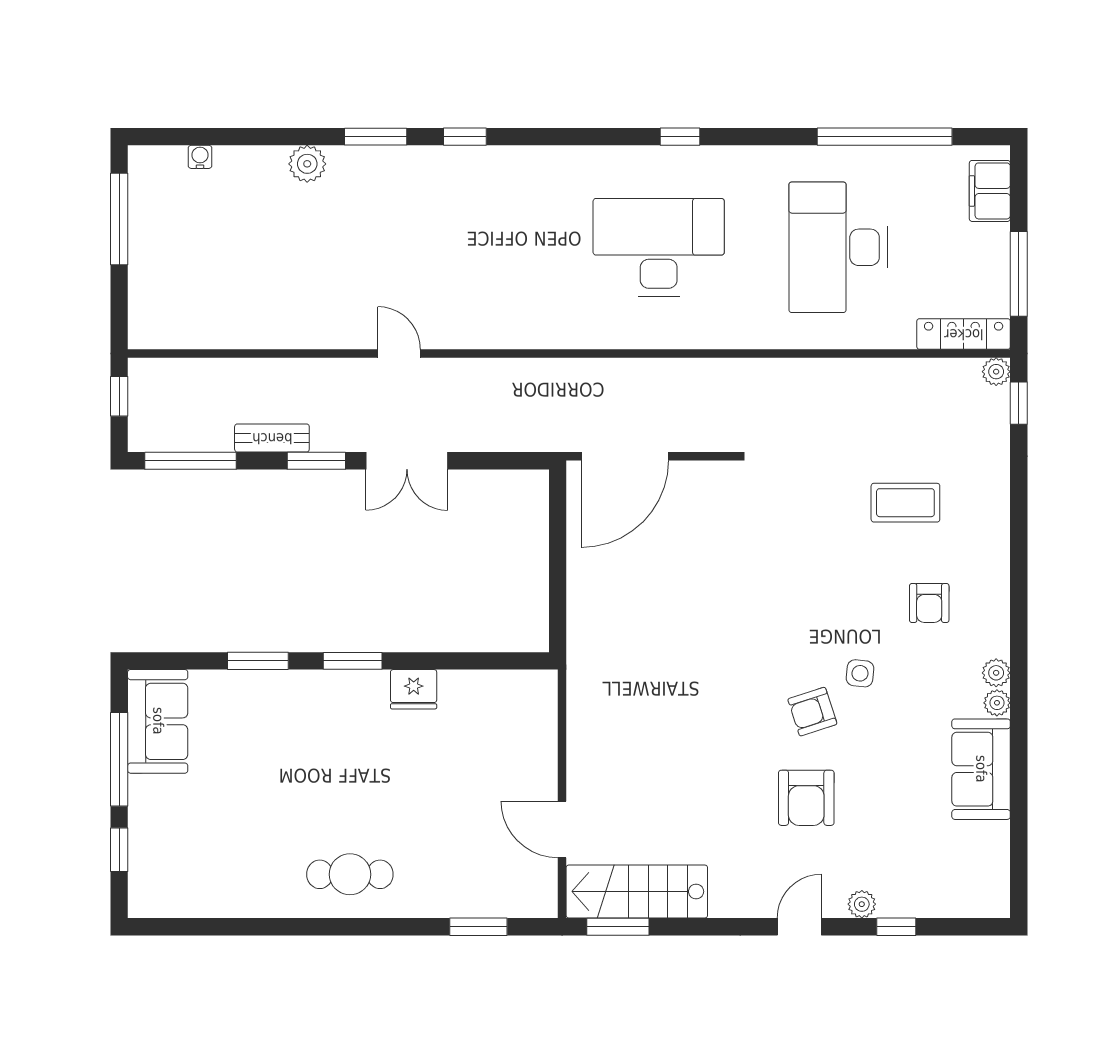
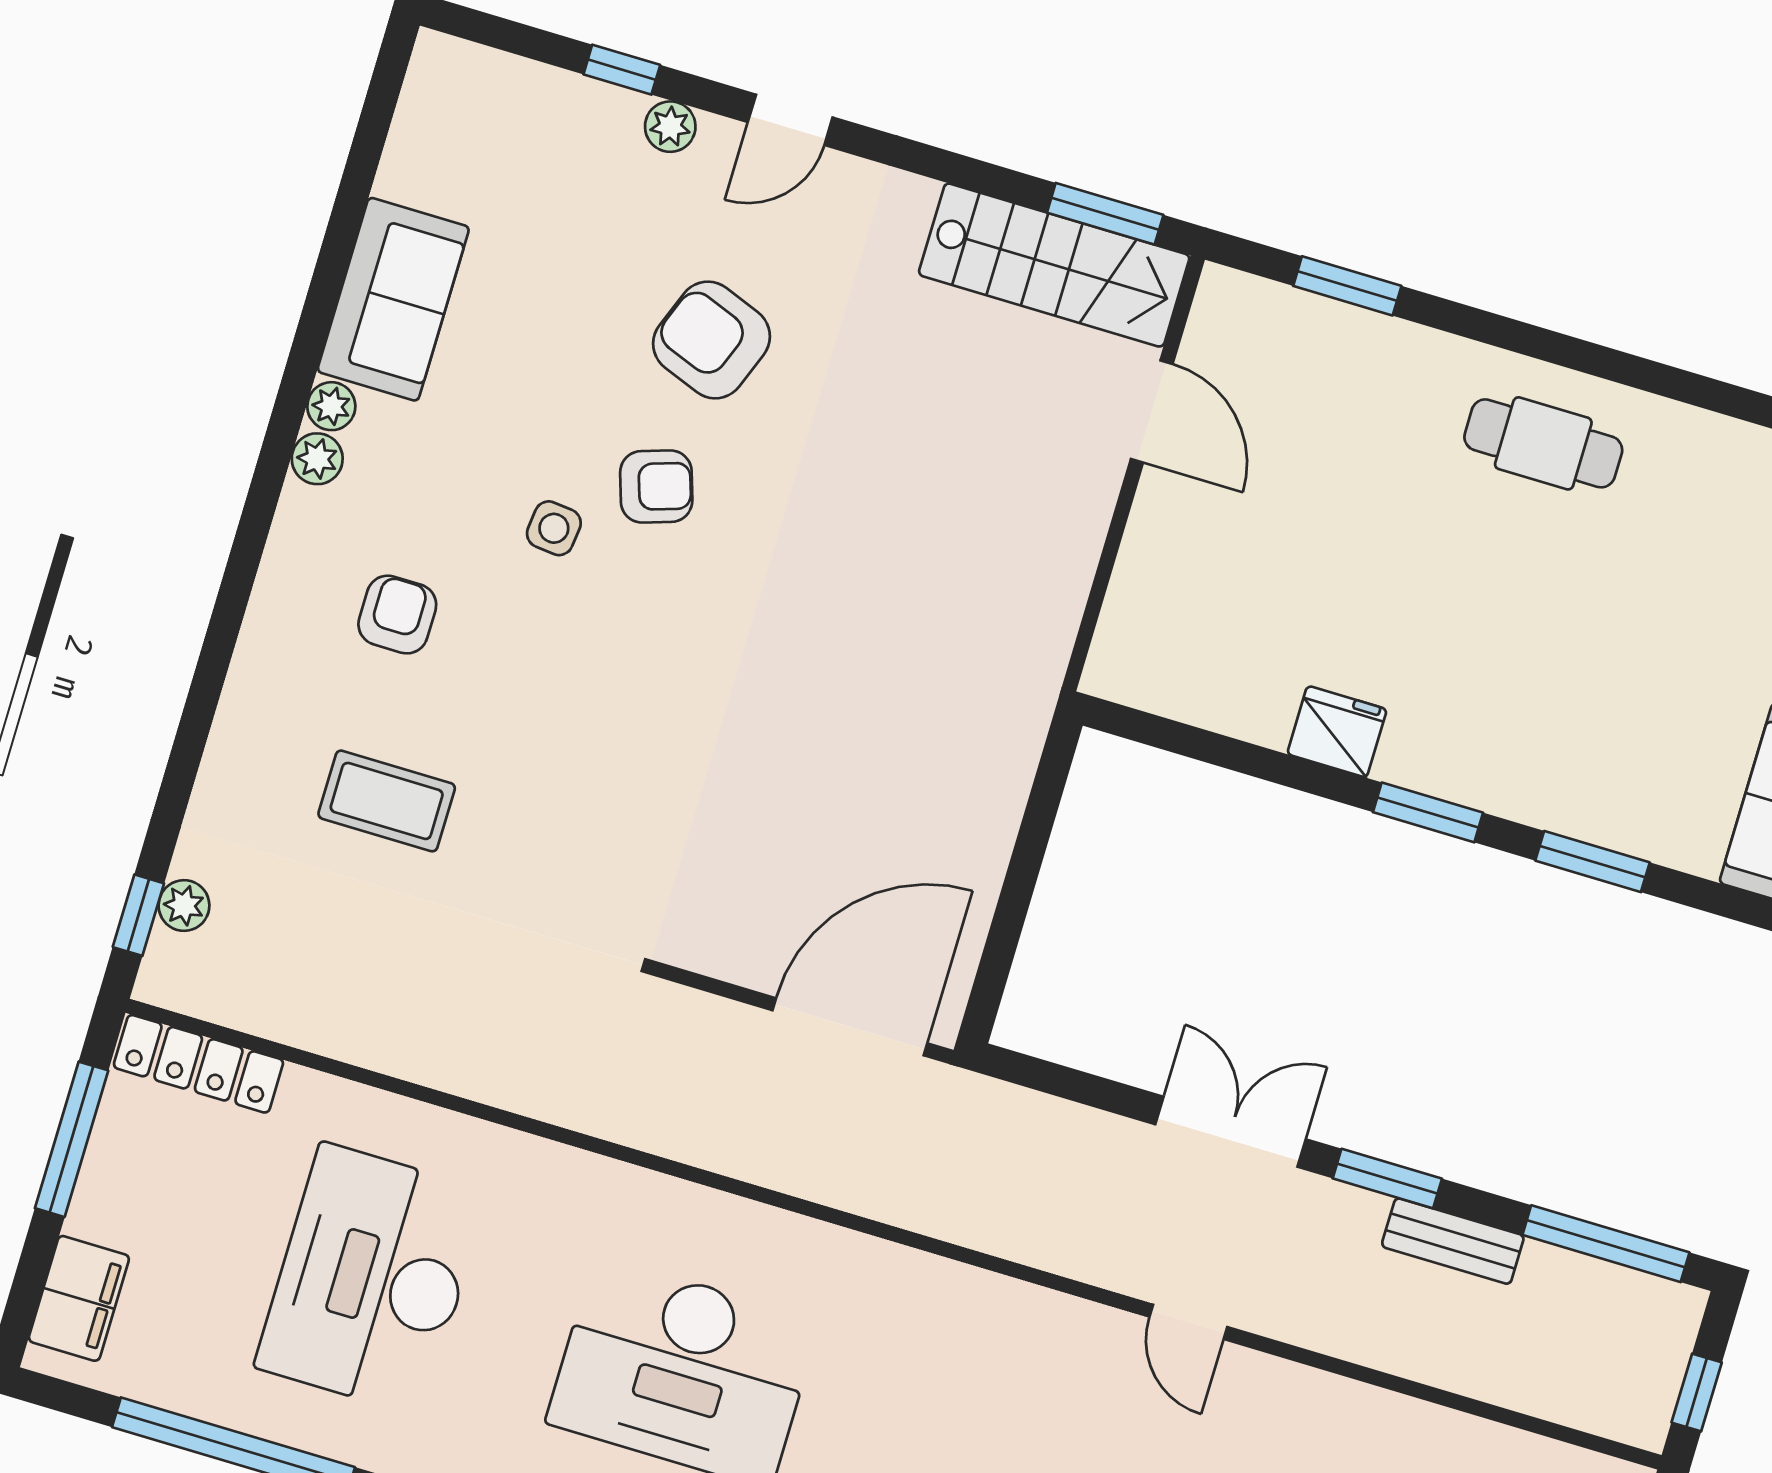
desk: (838, 247) -> (371, 1279), turned 180
plant: (996, 372) -> (184, 905), moved
armchair: (806, 798) -> (712, 340), turned -69

